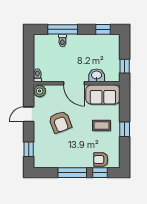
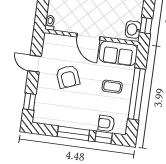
washbasin: (97, 75) -> (133, 30), moved, turned -90
plant: (40, 91) -> (50, 40), removed
door: (29, 114) -> (35, 64), hinge flipped
window: (125, 129) -> (137, 94), width x3.17

